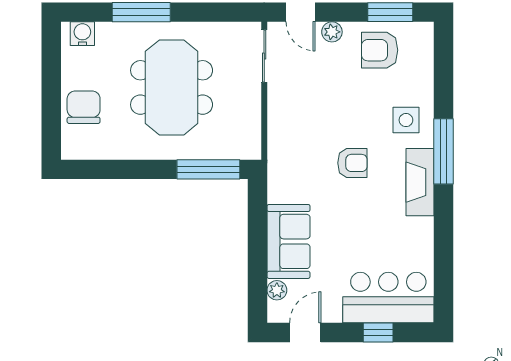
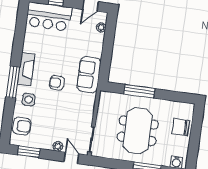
armchair: (380, 50) -> (22, 126), moved
chair: (84, 107) -> (181, 127), turned 90
window: (208, 169) -> (139, 91), moved
sofa: (289, 241) -> (89, 75), moved

